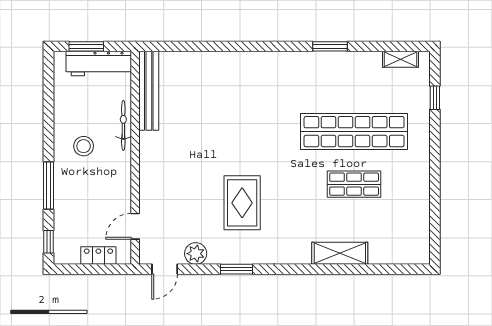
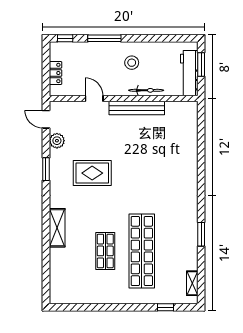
bench: (149, 91) -> (137, 108), moved
door: (135, 226) -> (94, 99), moved
shelving: (340, 253) -> (57, 228), moved

